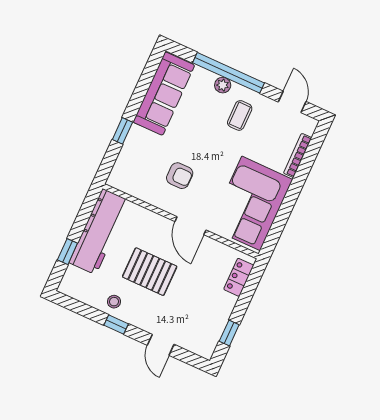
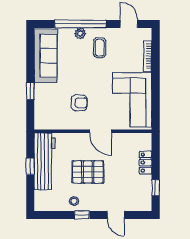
window: (67, 252) -> (30, 166), moved
locker: (239, 277) -> (146, 163), moved

